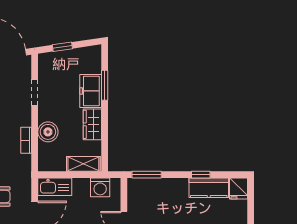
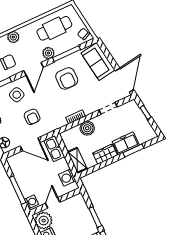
window: (147, 175) -> (95, 217), moved

